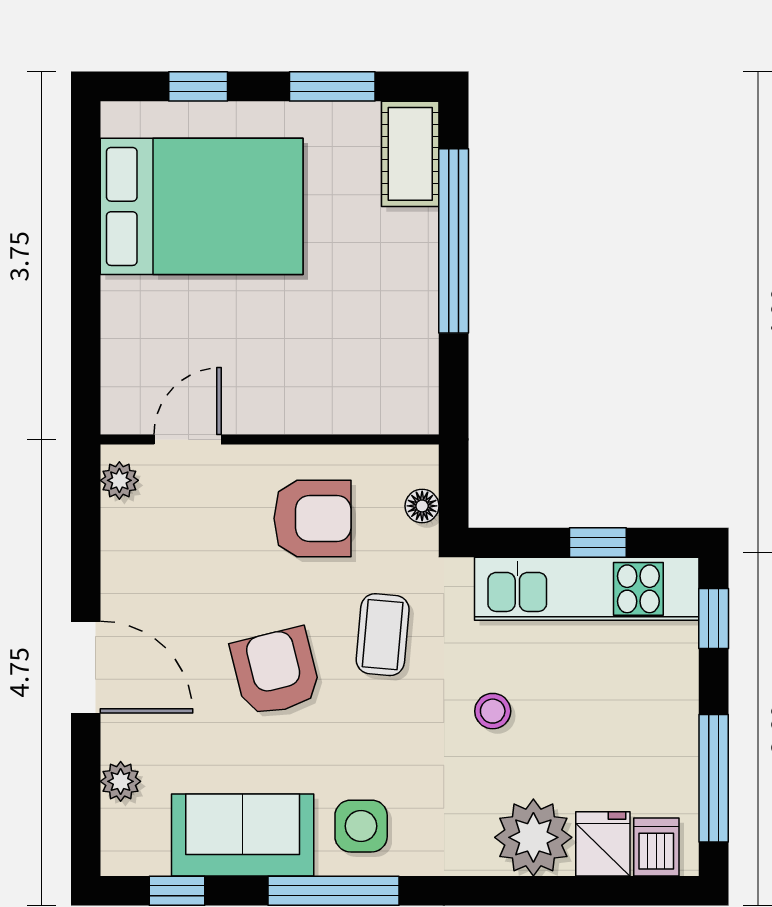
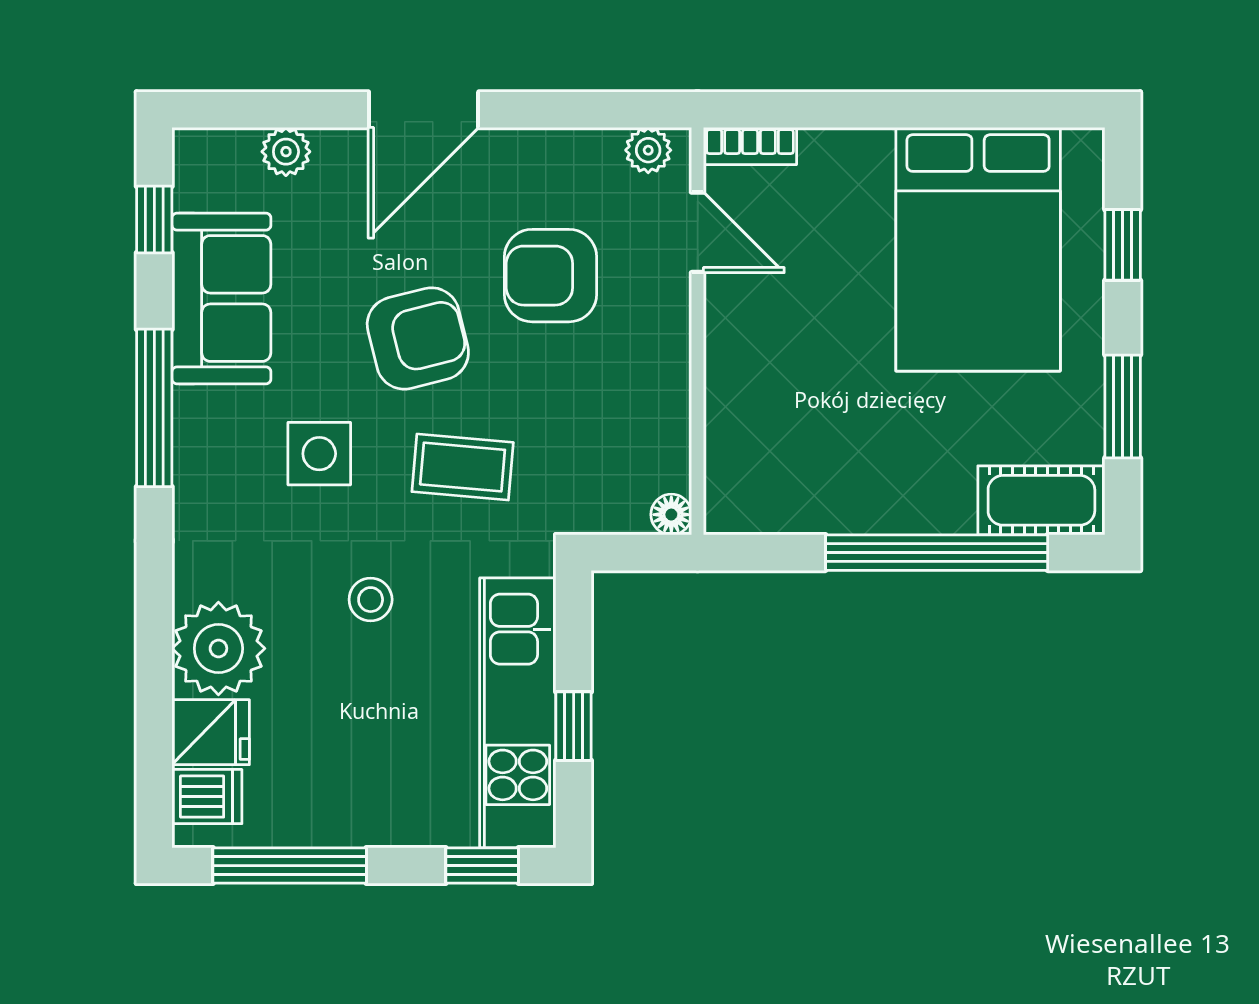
bookcase: (116, 396) -> (750, 146), added
floor lamp: (422, 506) -> (671, 515), moved
armchair: (312, 518) -> (551, 276), moved, turned 90
side table: (361, 826) -> (319, 454), moved

